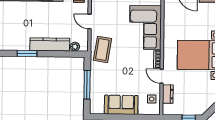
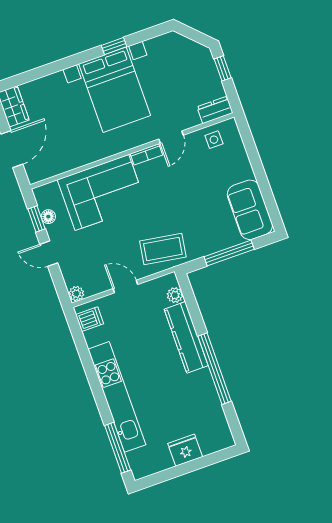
door: (90, 22) -> (125, 287), swing flipped
window: (27, 54) -> (214, 369), width x2.11
dresser: (168, 94) -> (215, 110), moved
sofa: (121, 105) -> (250, 210), moved

